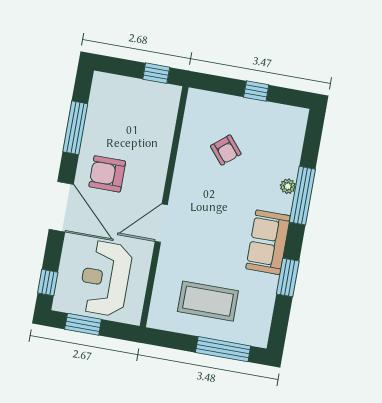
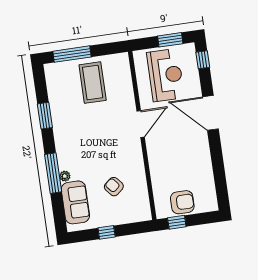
window: (75, 128) -> (218, 168), removed
armchair: (107, 174) -> (182, 202), moved
sofa: (268, 242) -> (75, 202), moved
coffee table: (208, 301) -> (93, 83), turned 90

